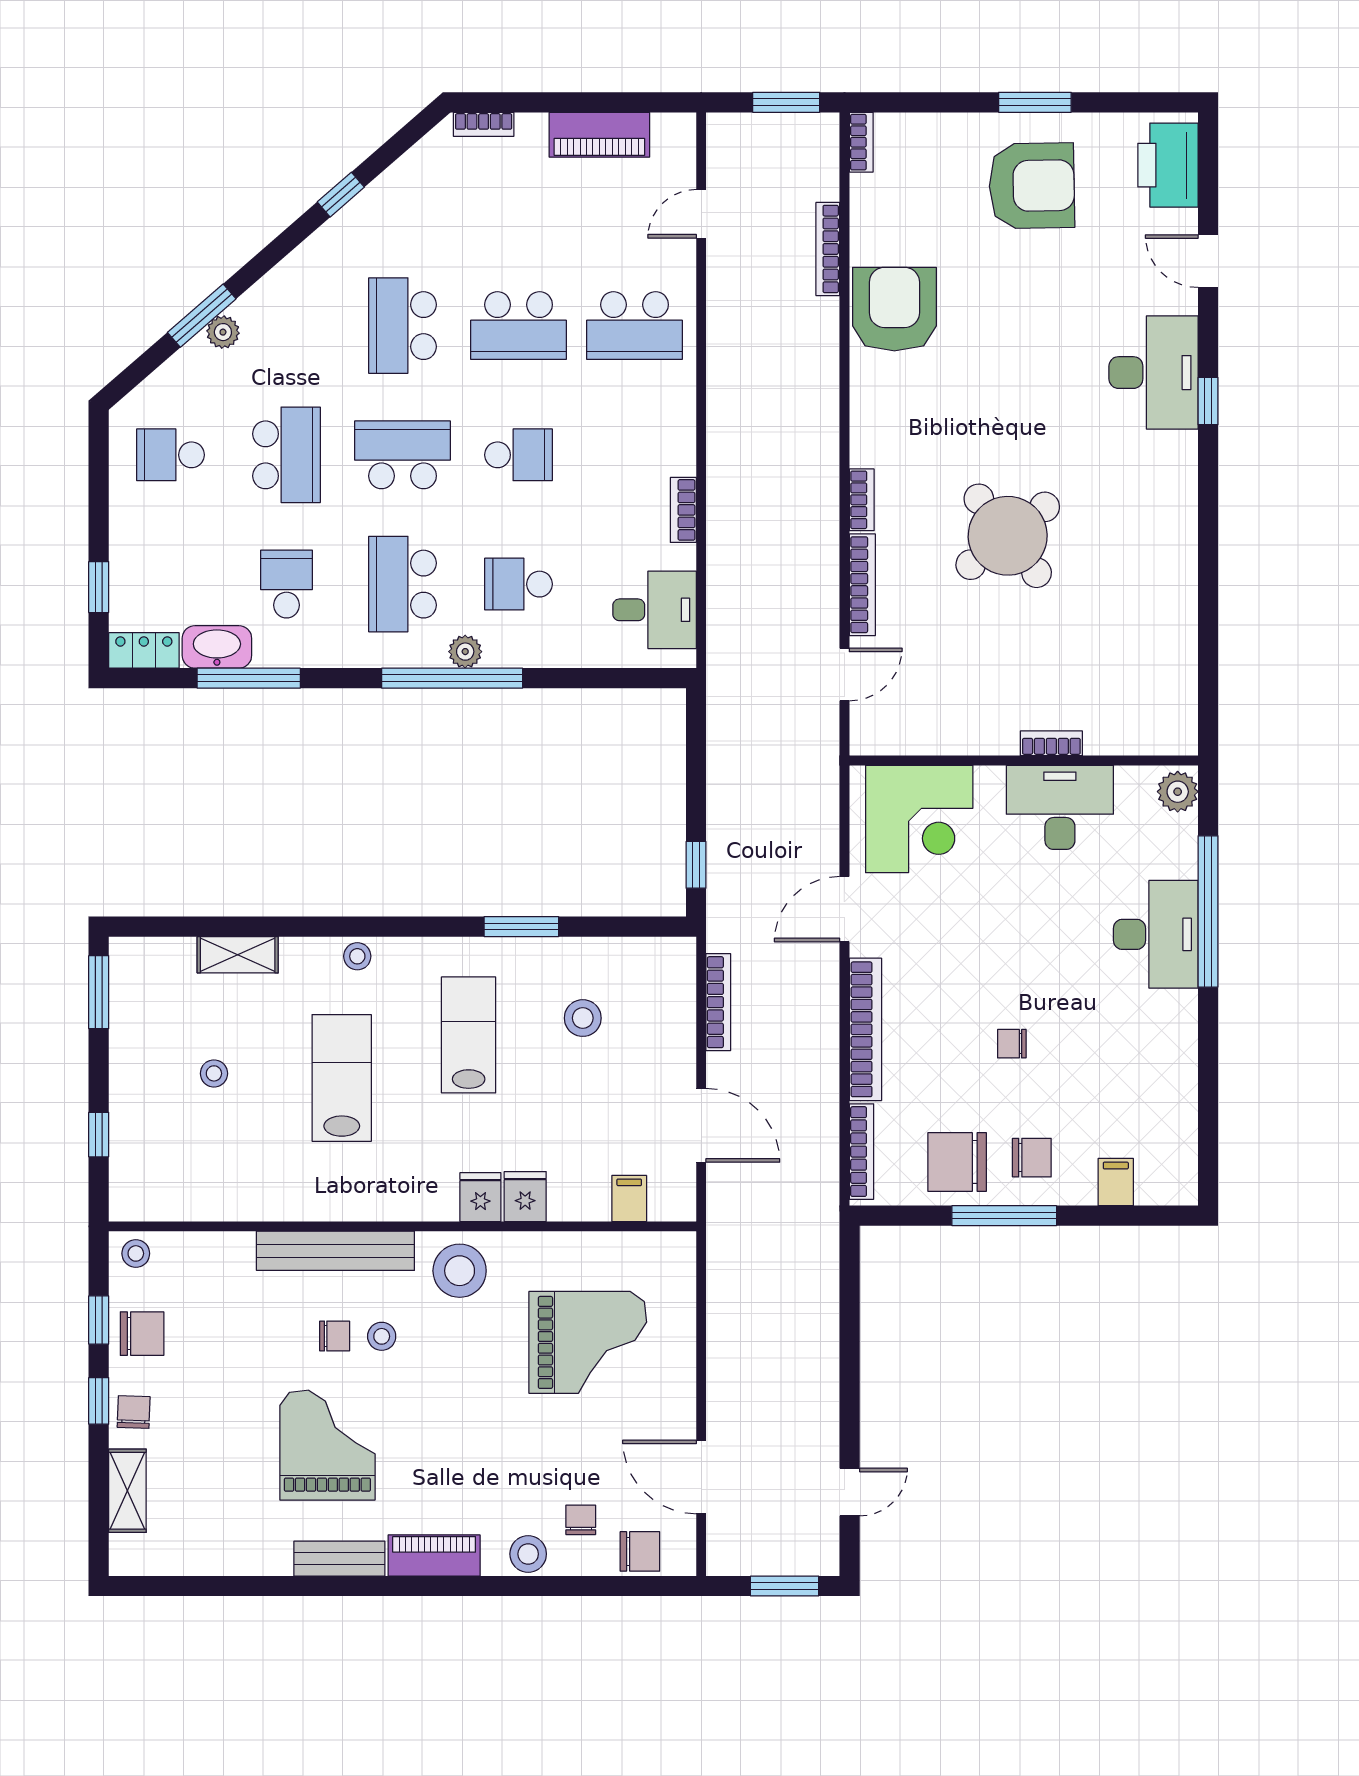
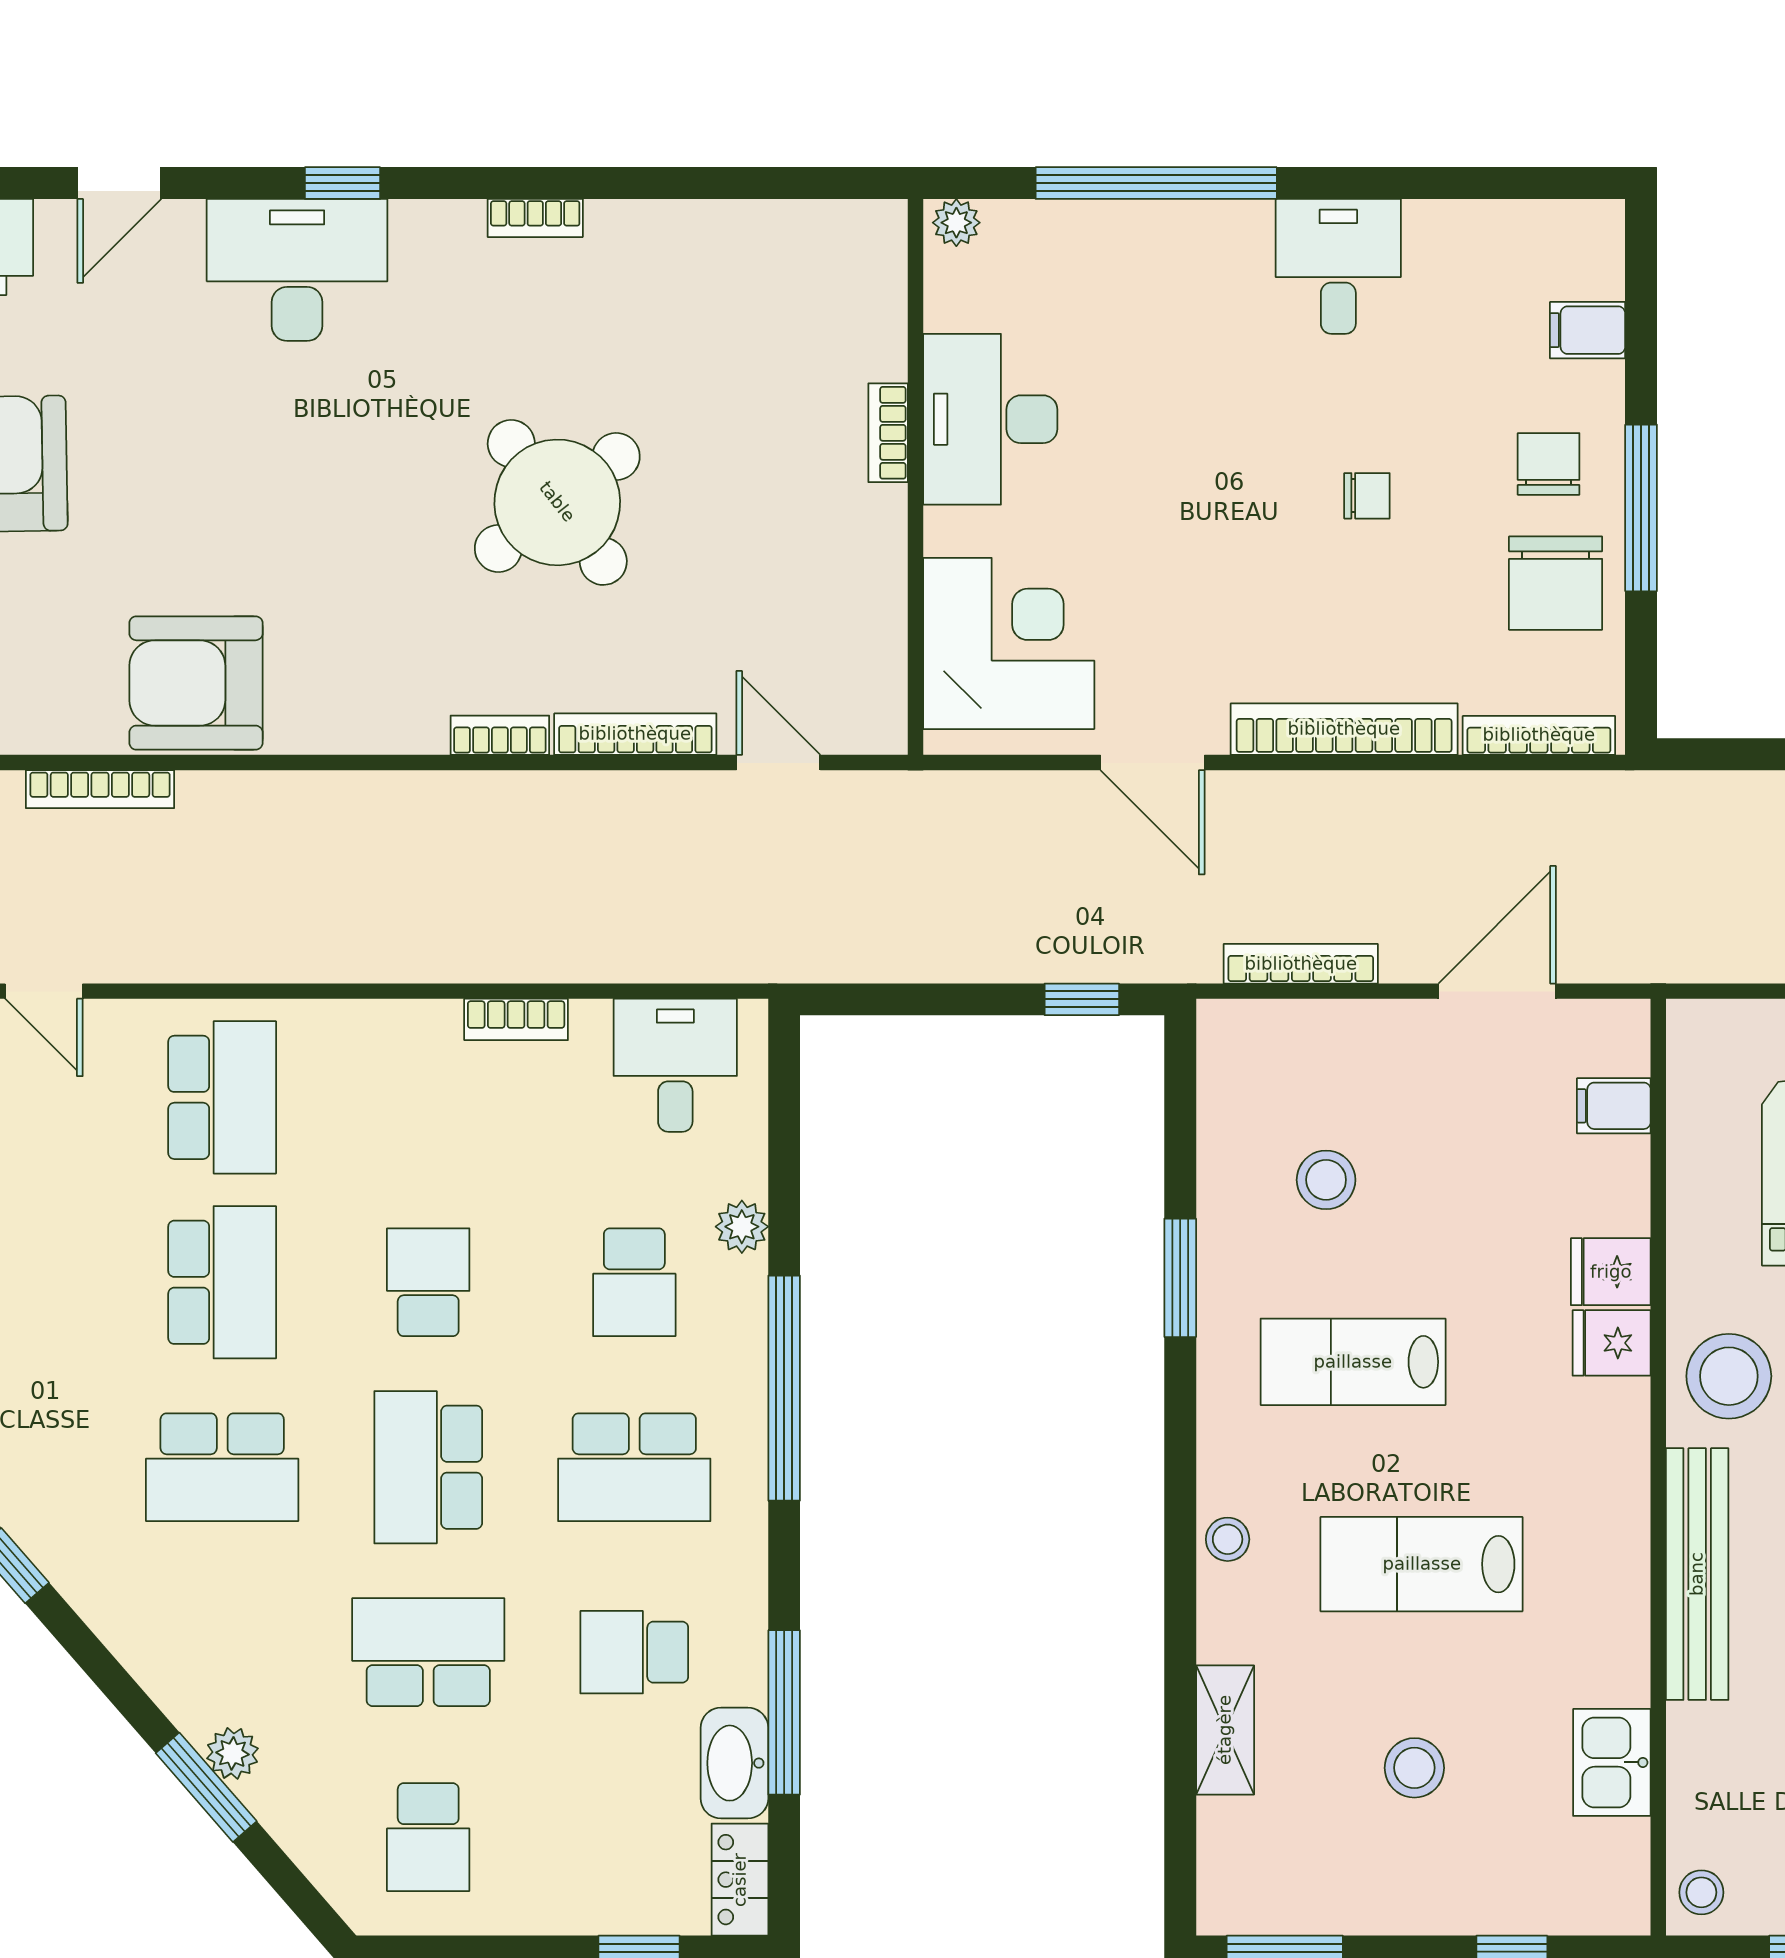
bookcase: (1186, 522) -> (535, 218), added
plant: (465, 652) -> (742, 1227), moved
plant: (1178, 792) -> (956, 223), width x0.73, depth x0.73
desk: (1156, 934) -> (1338, 266), moved, width x0.73
chair: (1012, 1044) -> (1367, 496), turned -90
stool: (214, 1073) -> (1414, 1768), width x1.37, depth x1.37
kitchen sink: (217, 1197) -> (1612, 1762), added

